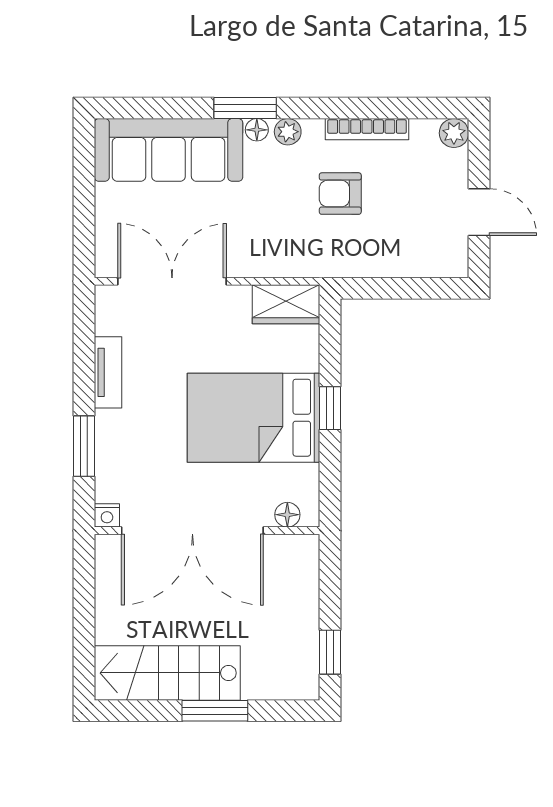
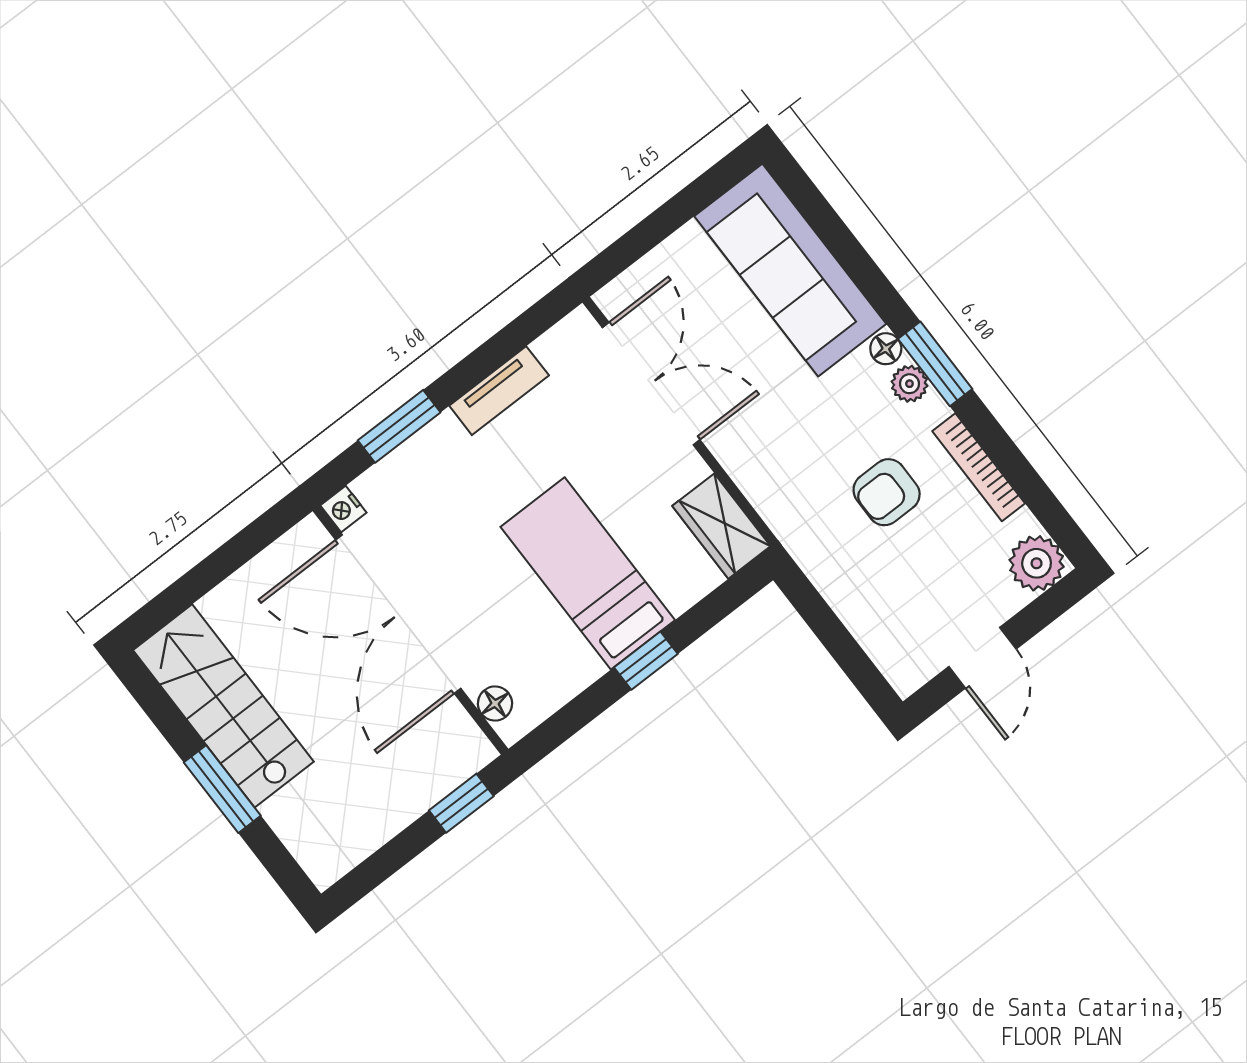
window: (245, 108) -> (935, 364), moved
plant: (454, 133) -> (1037, 563), width x1.38, depth x1.38
armchair: (340, 194) -> (887, 492), turned -90
bed: (254, 418) -> (588, 573), width x0.67
window: (330, 652) -> (461, 803), moved

